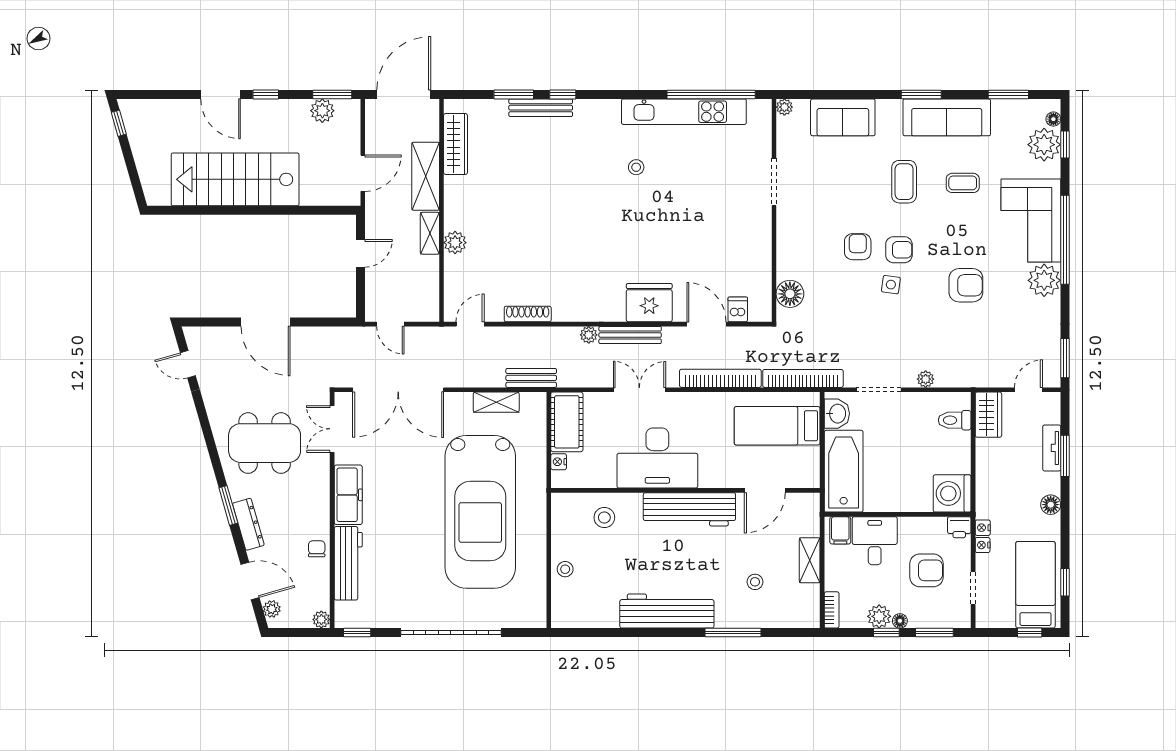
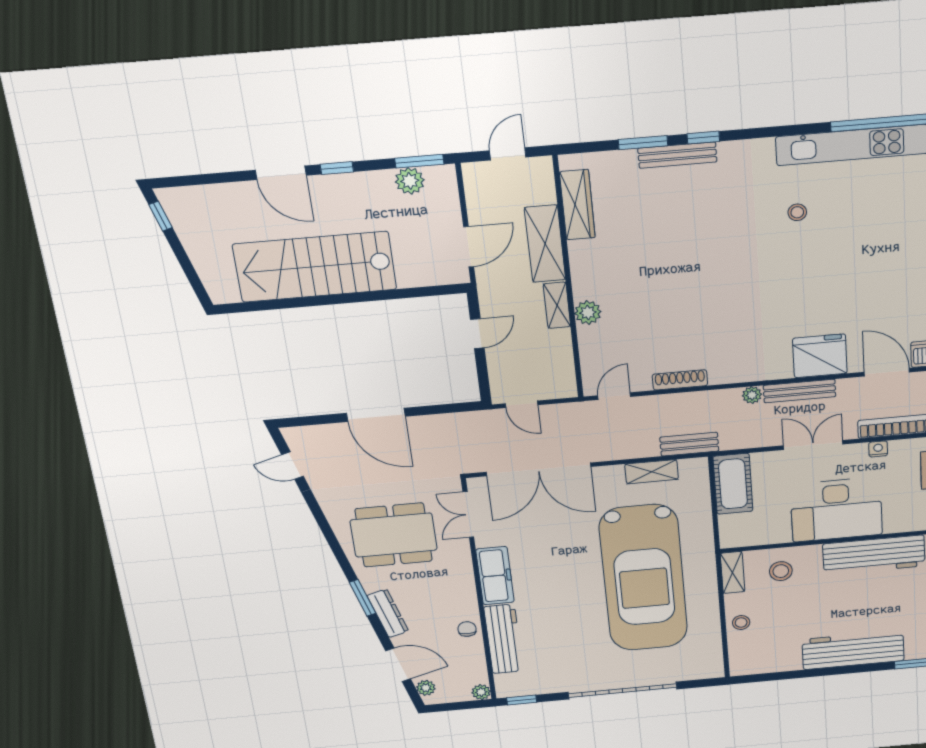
door: (404, 94) -> (508, 154), width x0.53
nightstand: (559, 462) -> (878, 449), moved, turned 90
shelving: (561, 514) -> (733, 572), added

